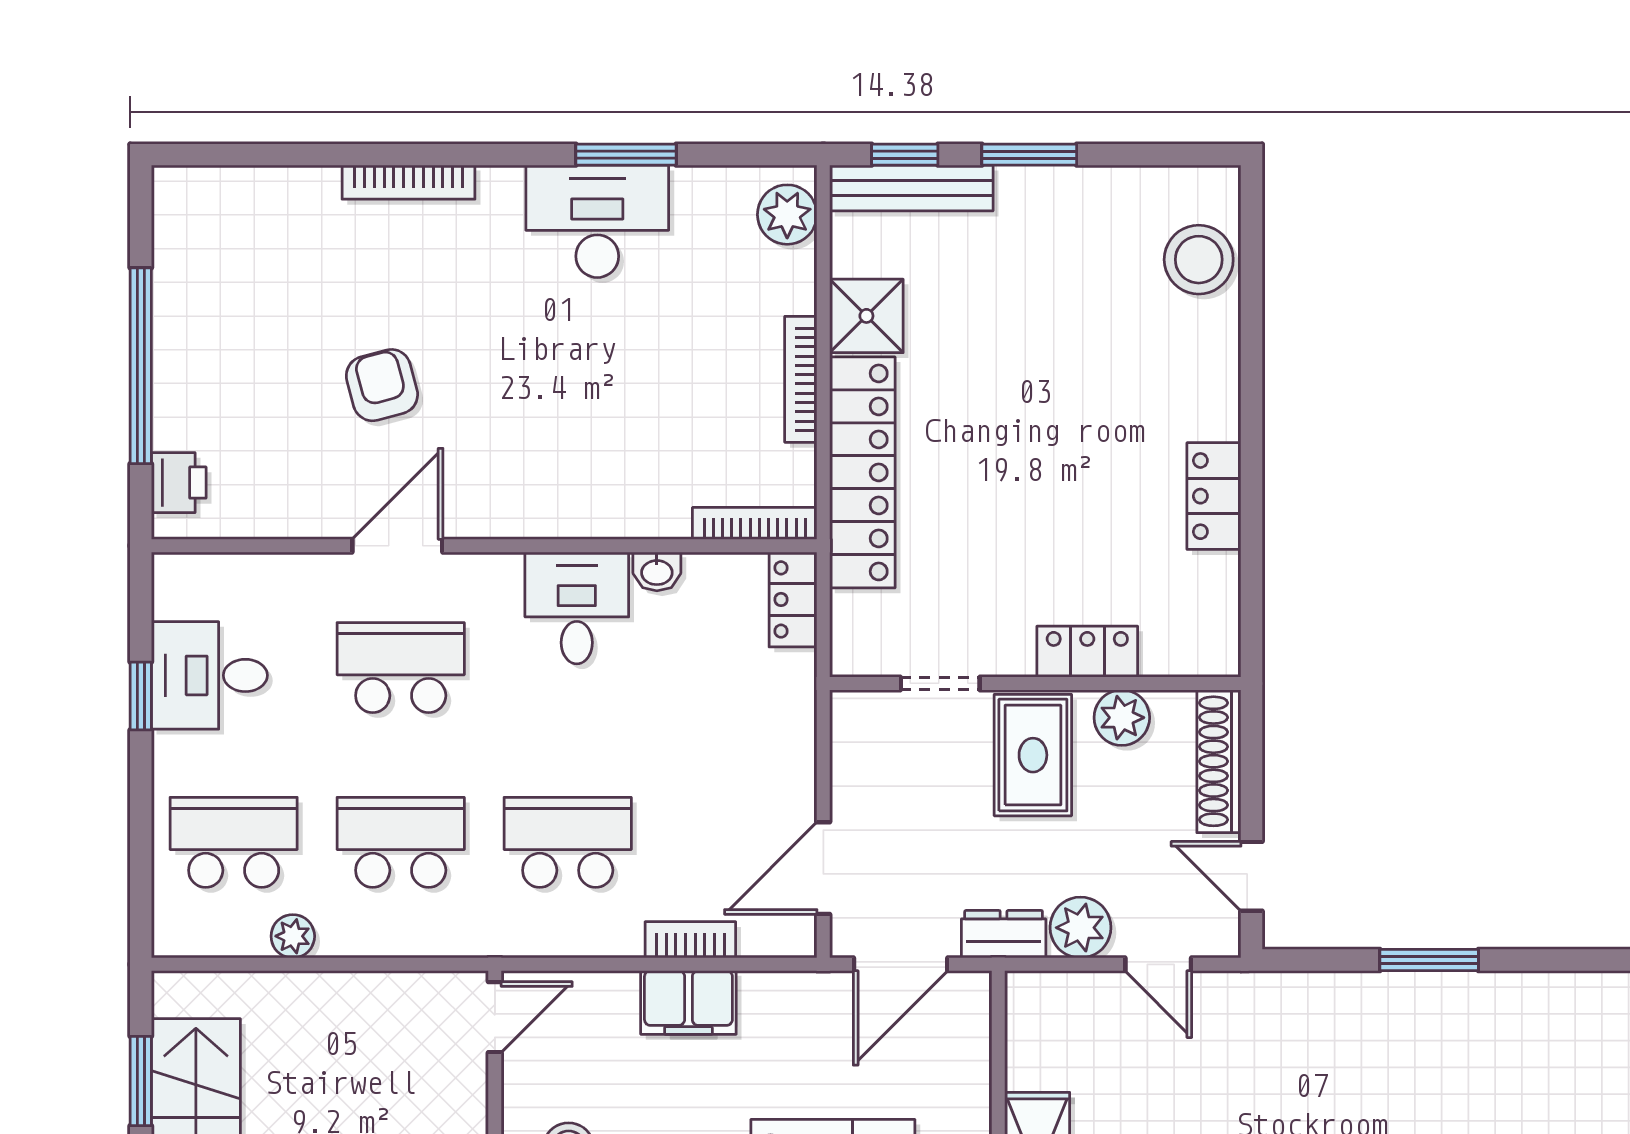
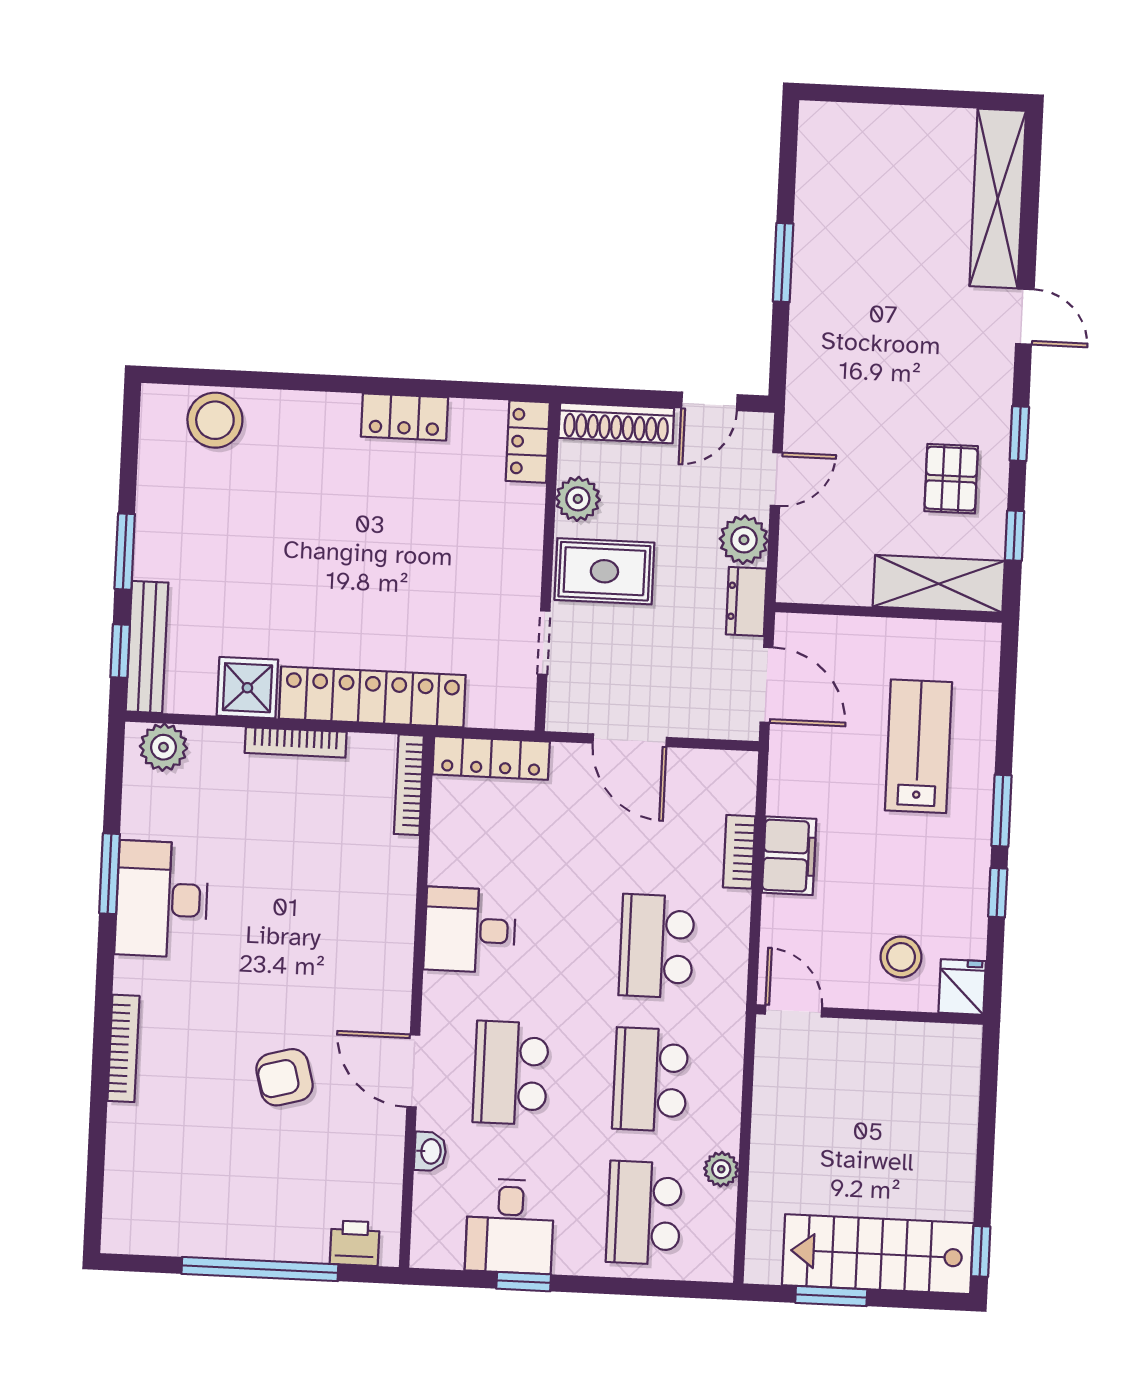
washbasin: (657, 571) -> (430, 1151), moved
locker: (793, 599) -> (491, 758), width x1.53
locker: (1087, 652) -> (528, 442), moved
door: (823, 868) -> (630, 740), moved

